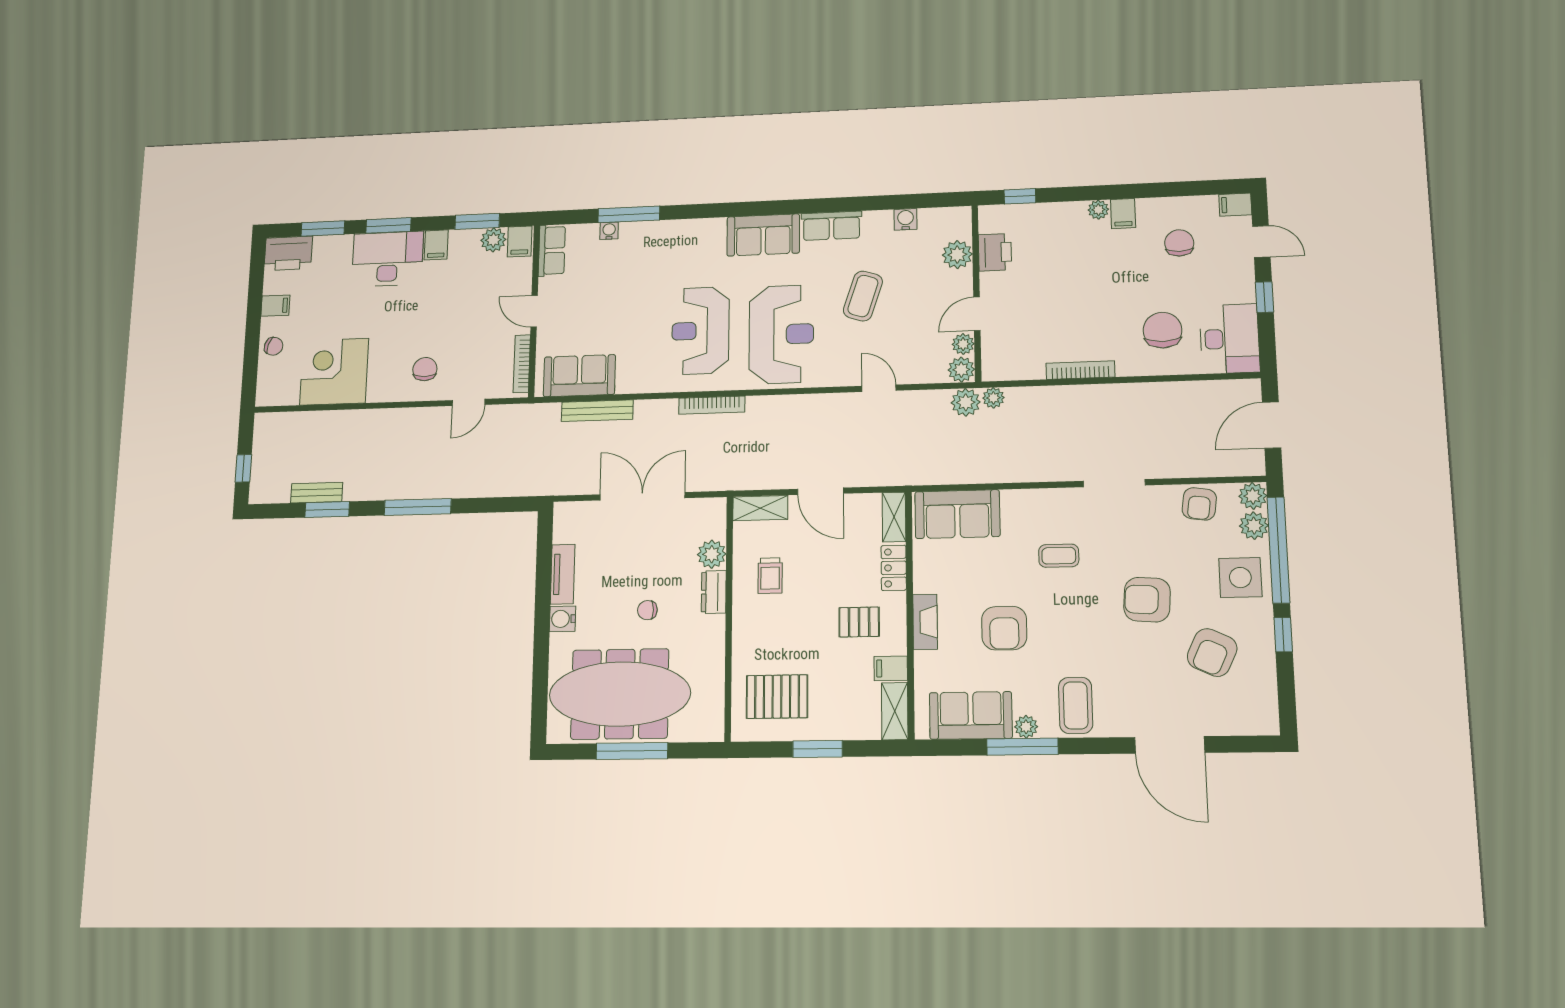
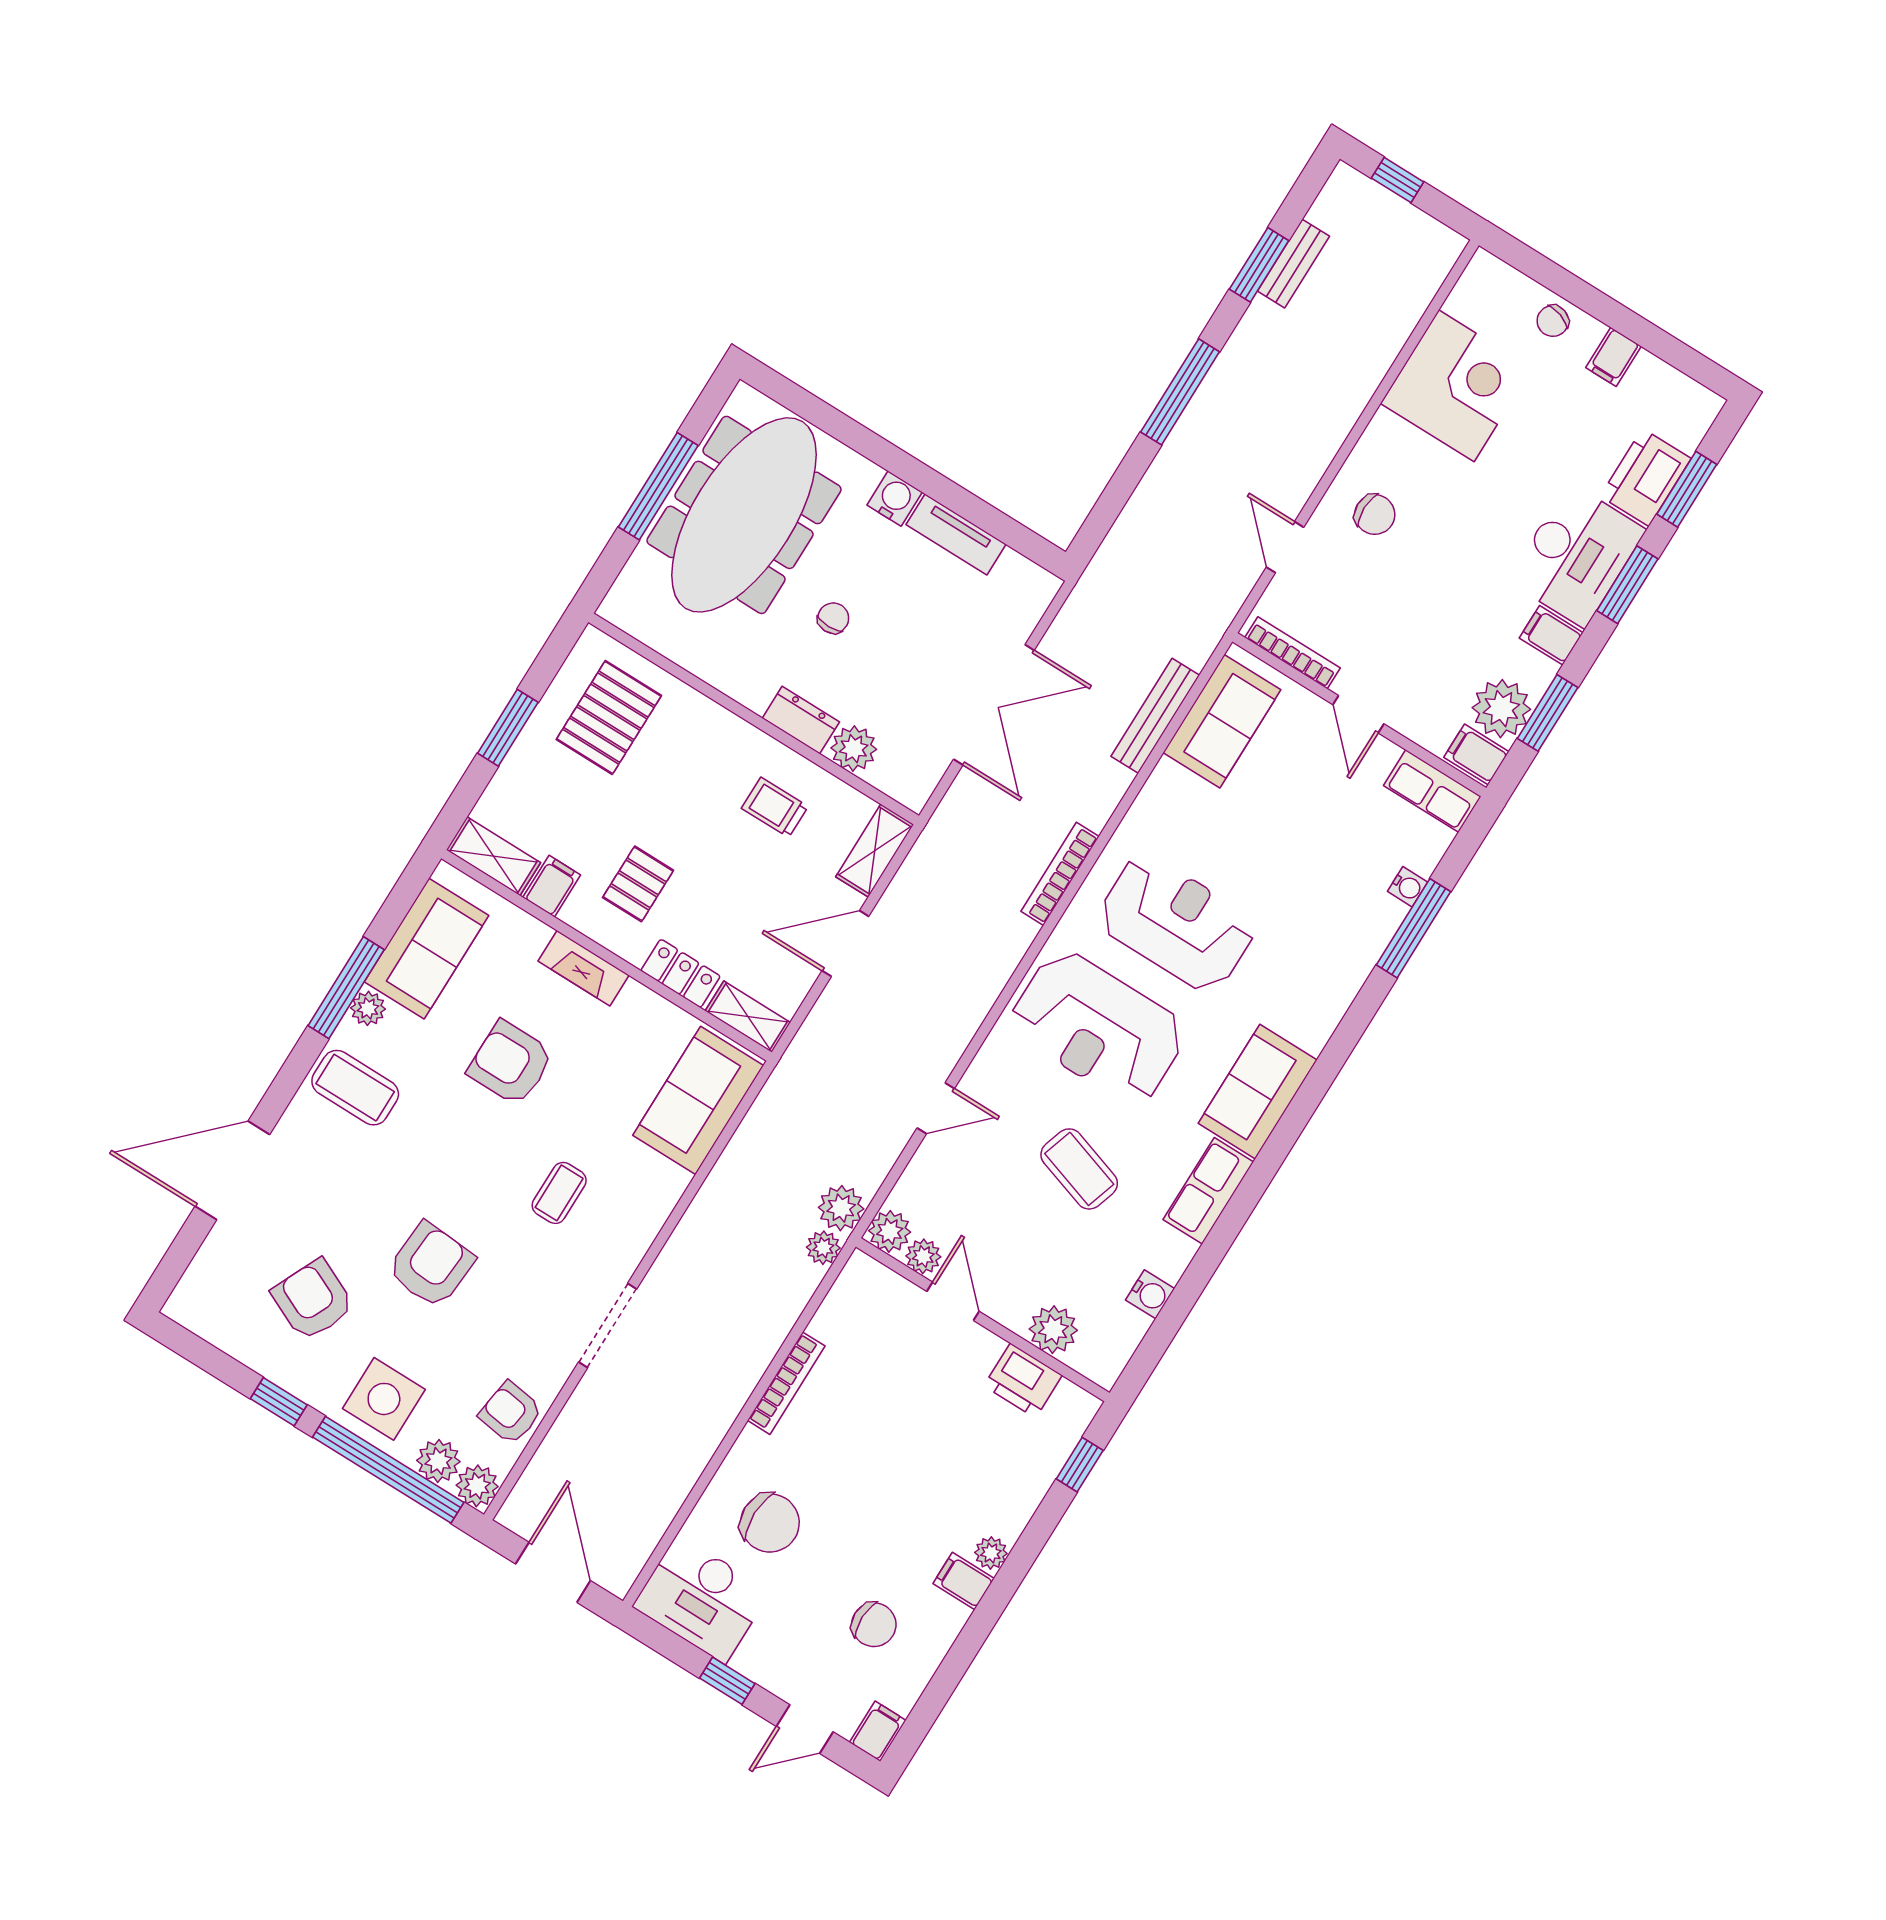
plant: (493, 240) -> (1501, 709), width x1.36, depth x1.36
printer: (288, 253) -> (1646, 477), moved
door: (534, 311) -> (1358, 714), swing flipped

